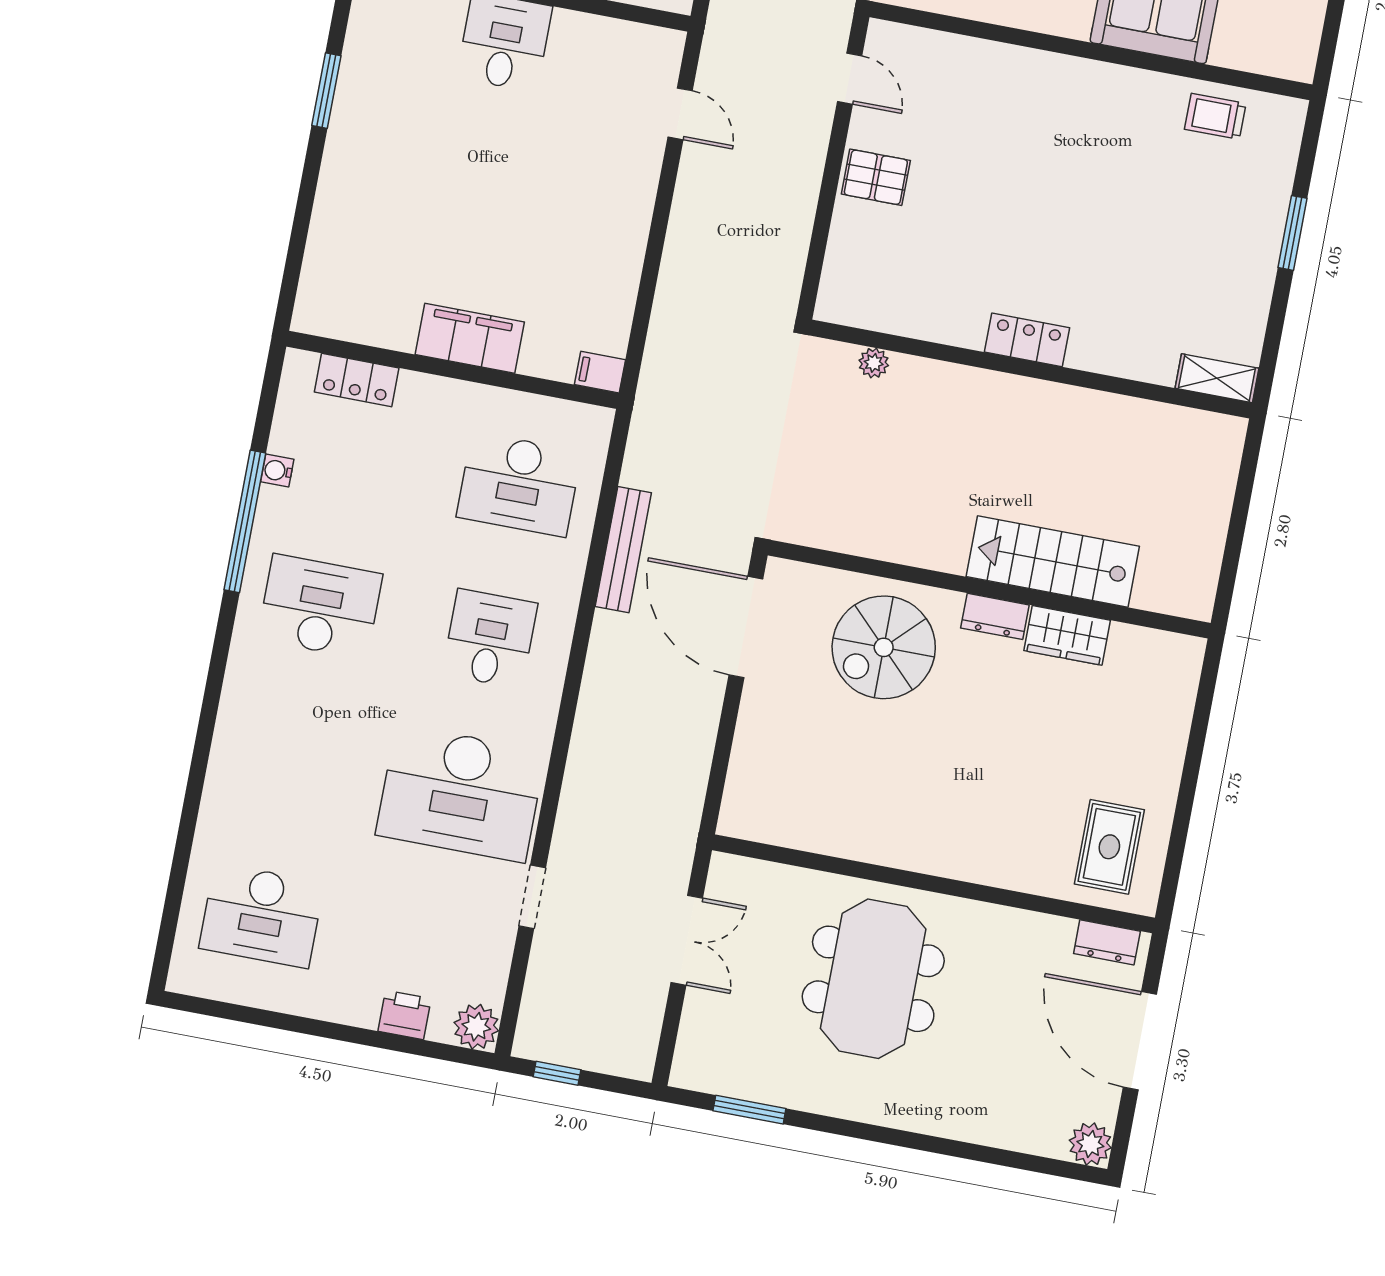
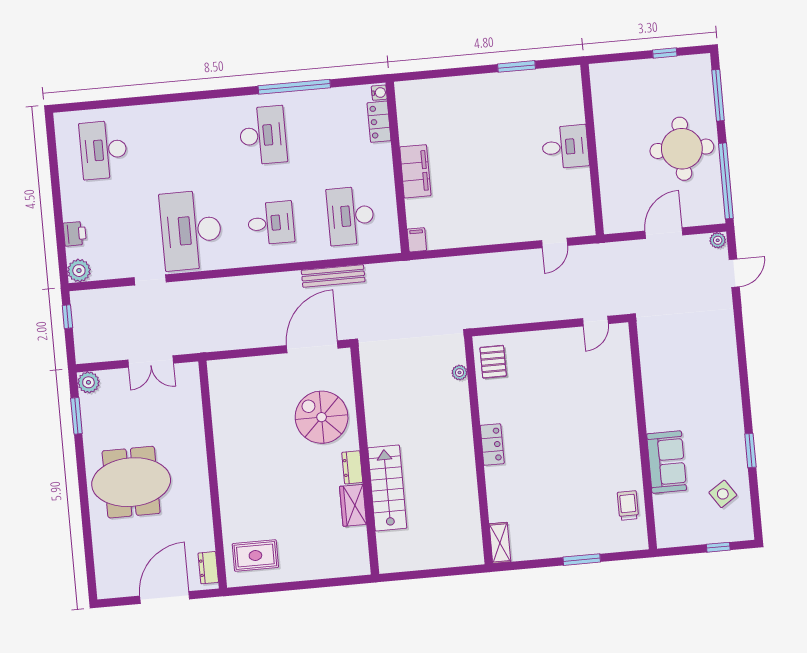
pallet: (876, 177) -> (493, 362), moved
water cooler: (277, 471) -> (379, 93), moved, turned 90
meeting table: (873, 979) -> (131, 482), moved
plant: (1090, 1144) -> (88, 382), moved

